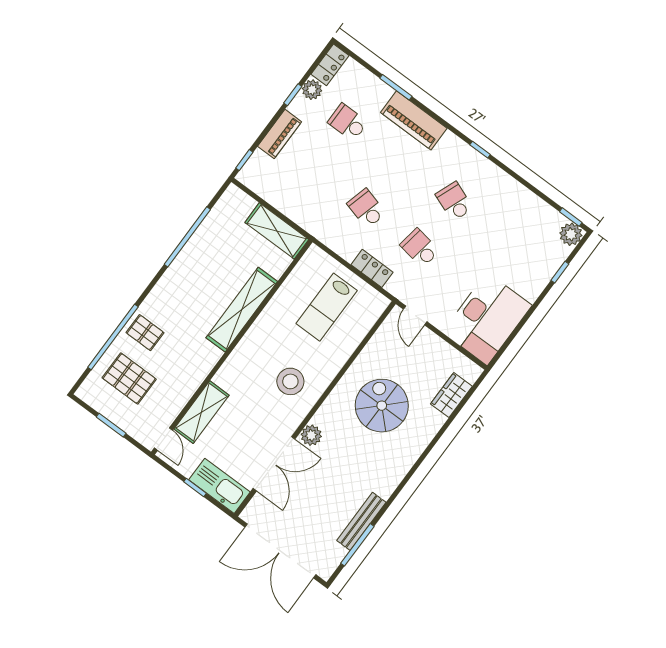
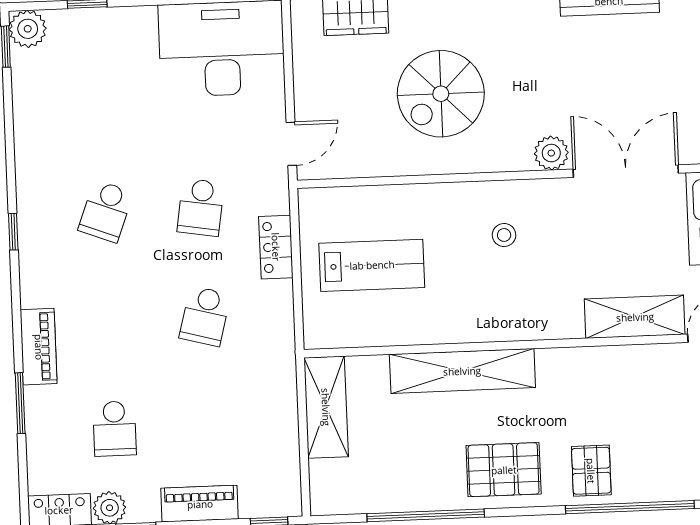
piano: (414, 120) -> (39, 347), width x0.73, depth x0.75
pallet: (129, 379) -> (504, 470), moved, turned 90
stool: (290, 381) -> (504, 235), width x0.53, depth x0.53

